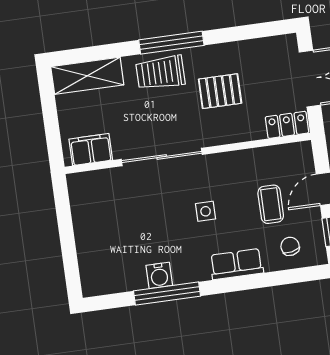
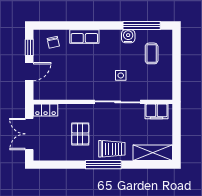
pallet: (220, 91) -> (80, 134), turned 90
coffee table: (271, 204) -> (152, 53), moved
side table: (206, 211) -> (121, 75), moved
window: (167, 294) -> (142, 26), moved

